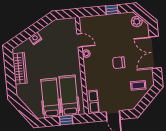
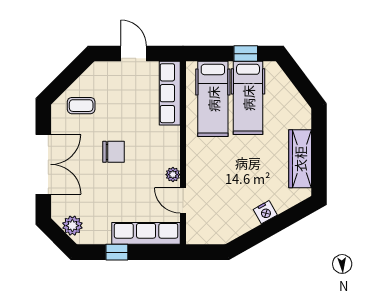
row of seats: (97, 21) -> (146, 233), added
row of seats: (92, 102) -> (170, 93), width x1.48
window: (66, 120) -> (246, 54), moved

